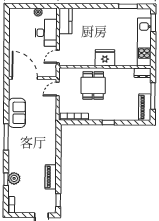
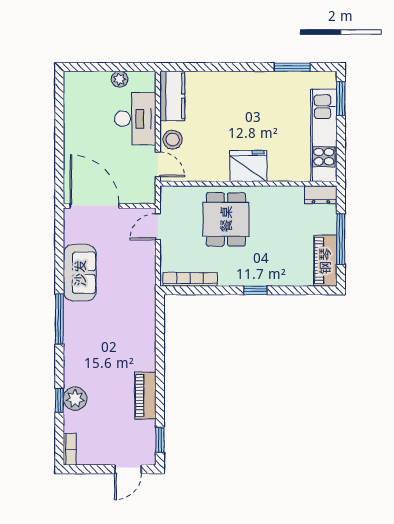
stool: (66, 44) -> (173, 140), added
door: (58, 57) -> (158, 164), swing flipped

